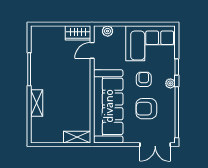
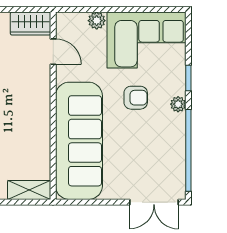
plant: (108, 31) -> (97, 21), moved
door: (92, 50) -> (53, 52), swing flipped
armchair: (144, 79) -> (136, 98), turned 90
armchair: (146, 109) -> (140, 145), removed

